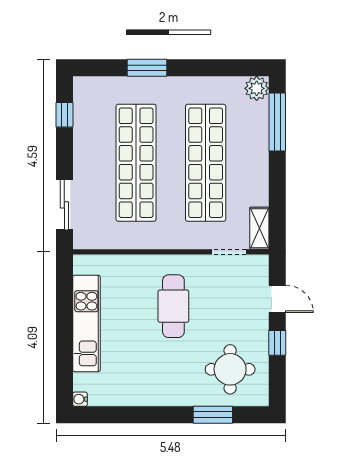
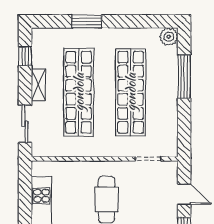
window: (277, 122) -> (184, 77), moved
shelving: (259, 228) -> (38, 85), moved

